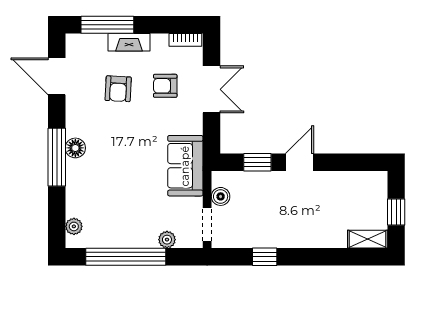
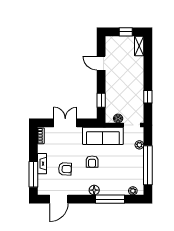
armchair: (165, 86) -> (92, 162), moved
window: (57, 157) -> (110, 199), moved
door: (299, 162) -> (101, 63), moved
sofa: (185, 166) -> (103, 136), width x1.36

